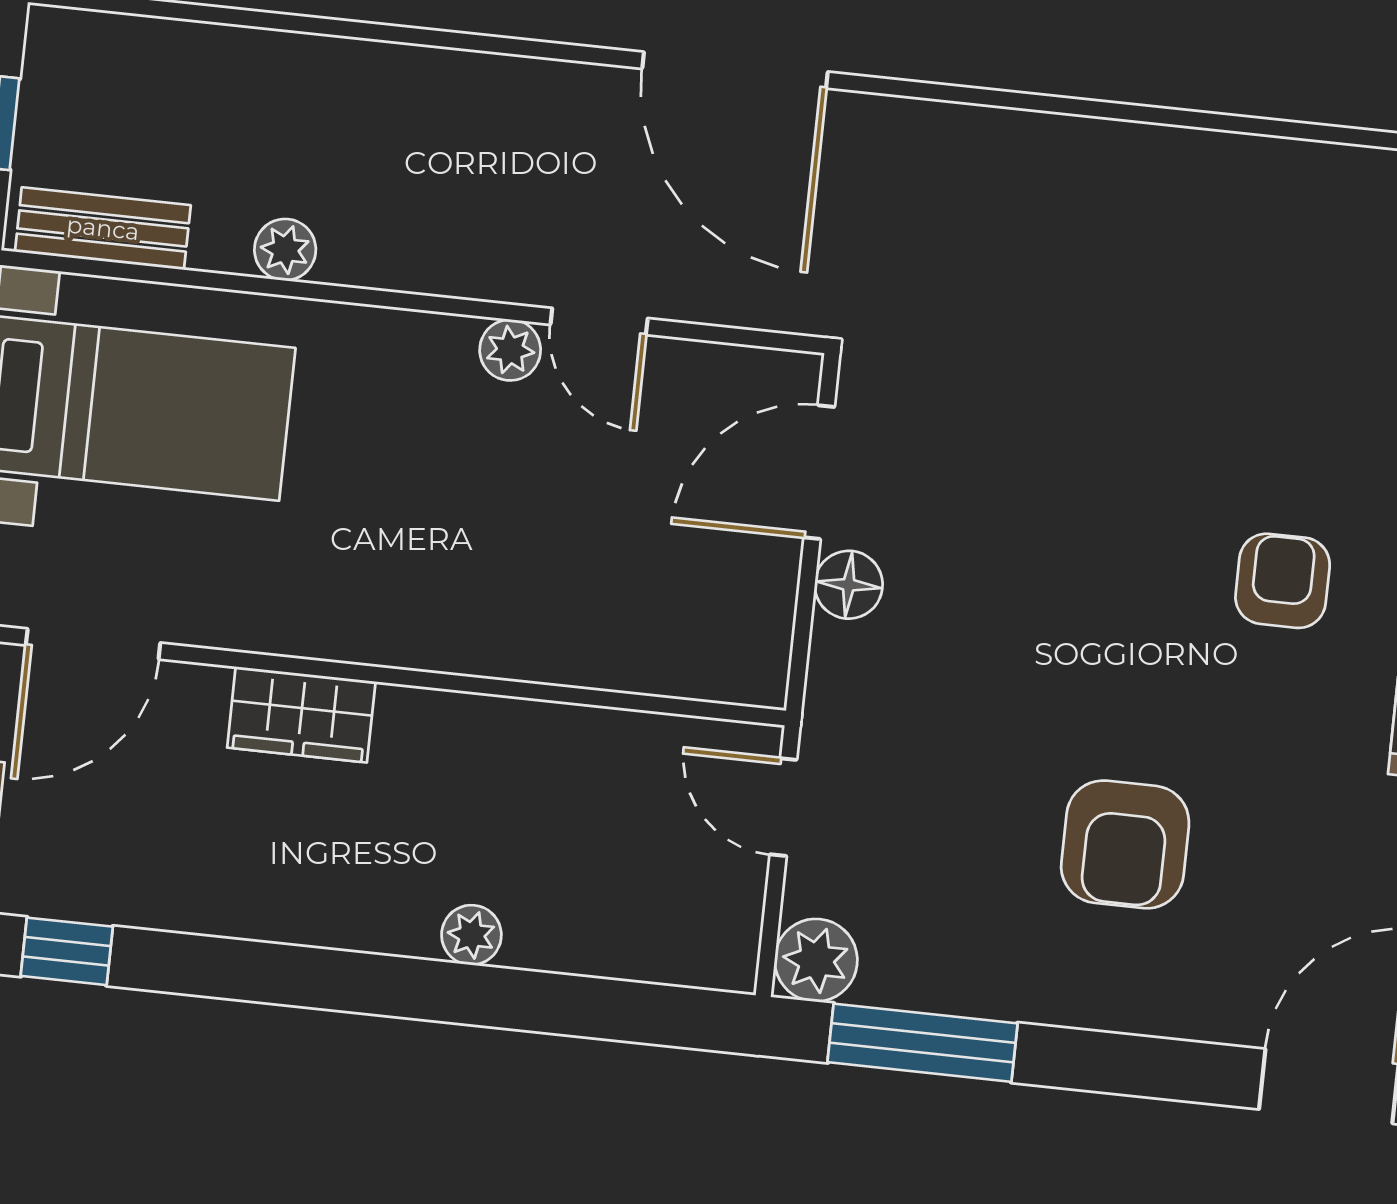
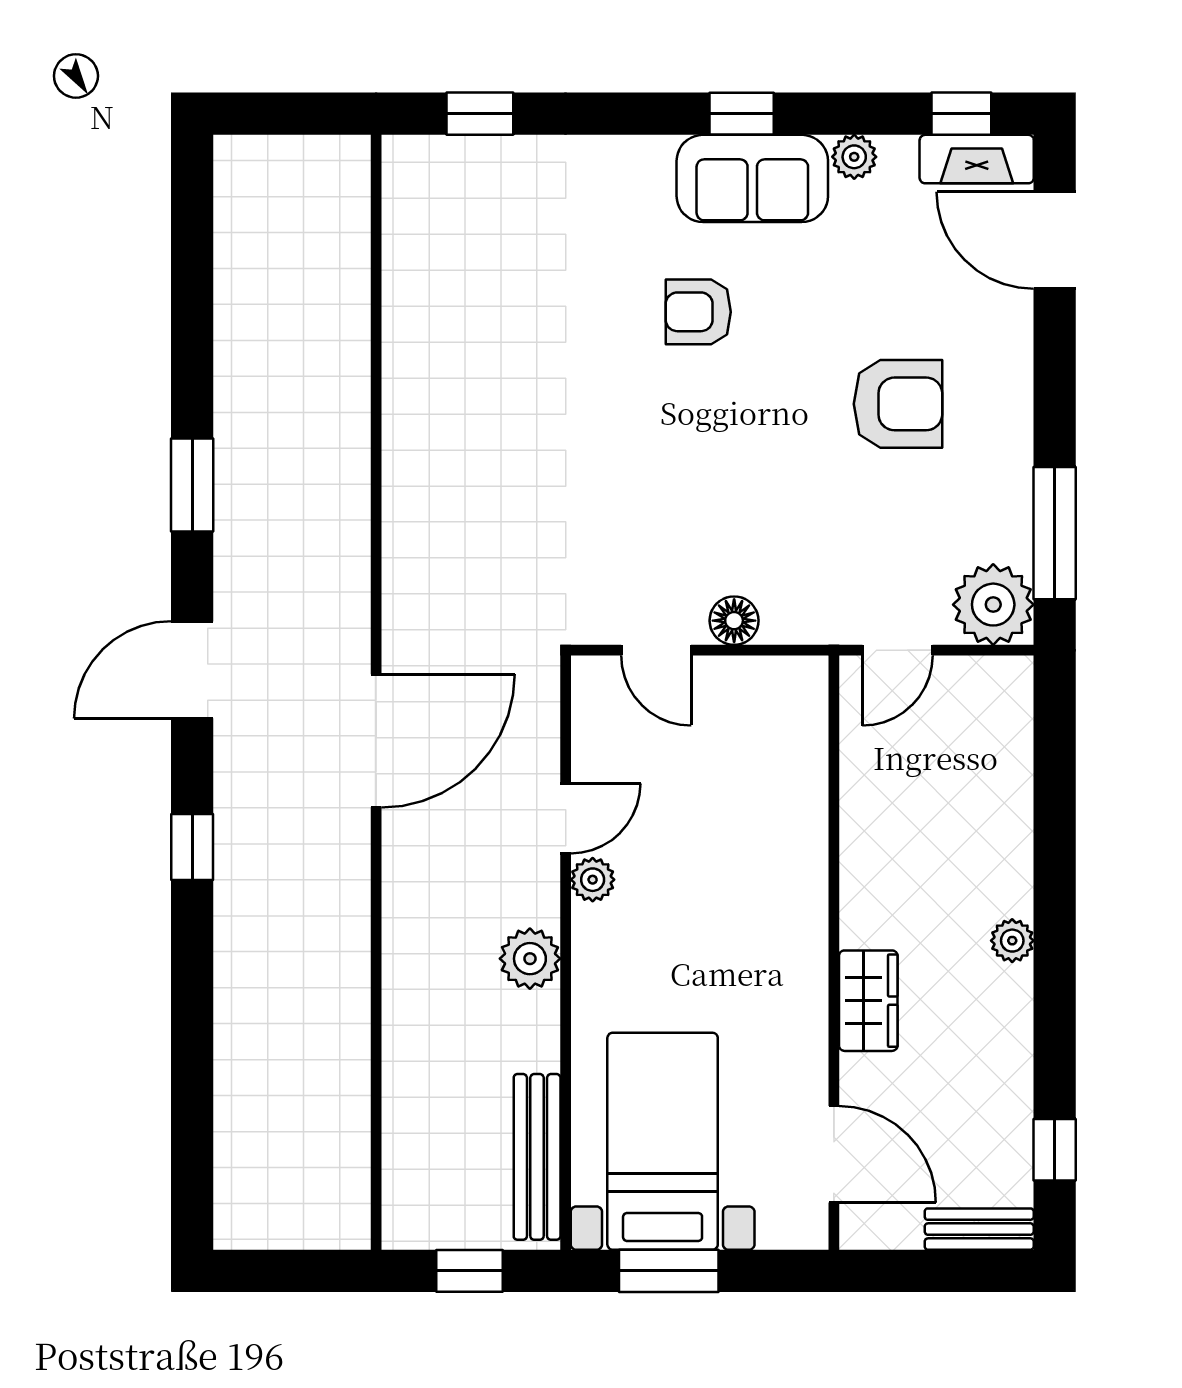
bench: (103, 228) -> (537, 1157), width x1.36
plant: (285, 250) -> (530, 959), moved, width x1.38, depth x1.38
door: (819, 472) -> (656, 650), width x0.73
plant: (471, 935) -> (1012, 941), moved
plant: (816, 960) -> (993, 605), width x1.36, depth x1.36

